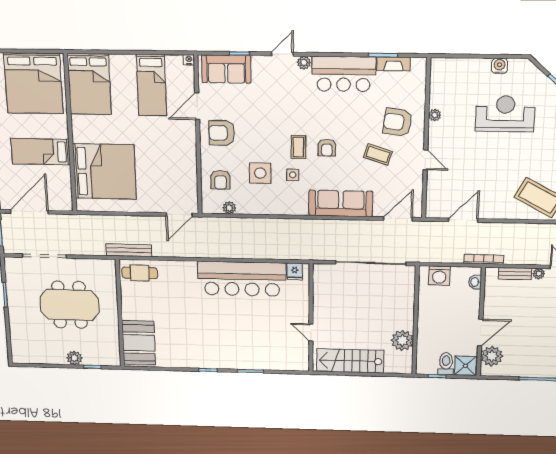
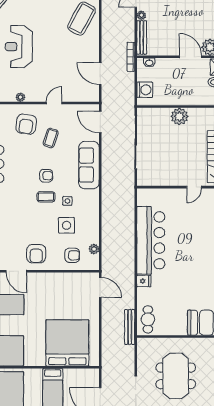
fridge: (295, 271) -> (144, 281), moved
bench: (515, 273) -> (142, 38), width x1.36
plant: (402, 340) -> (179, 116), moved

